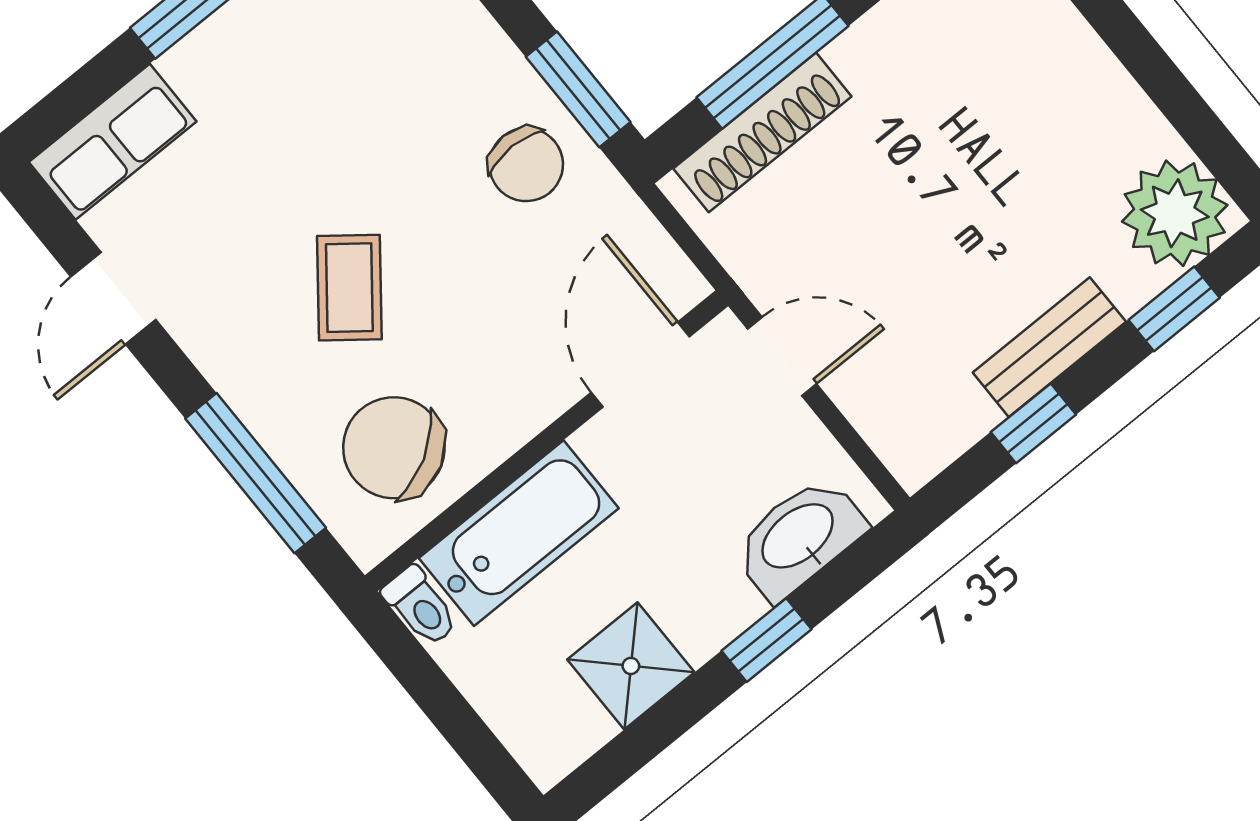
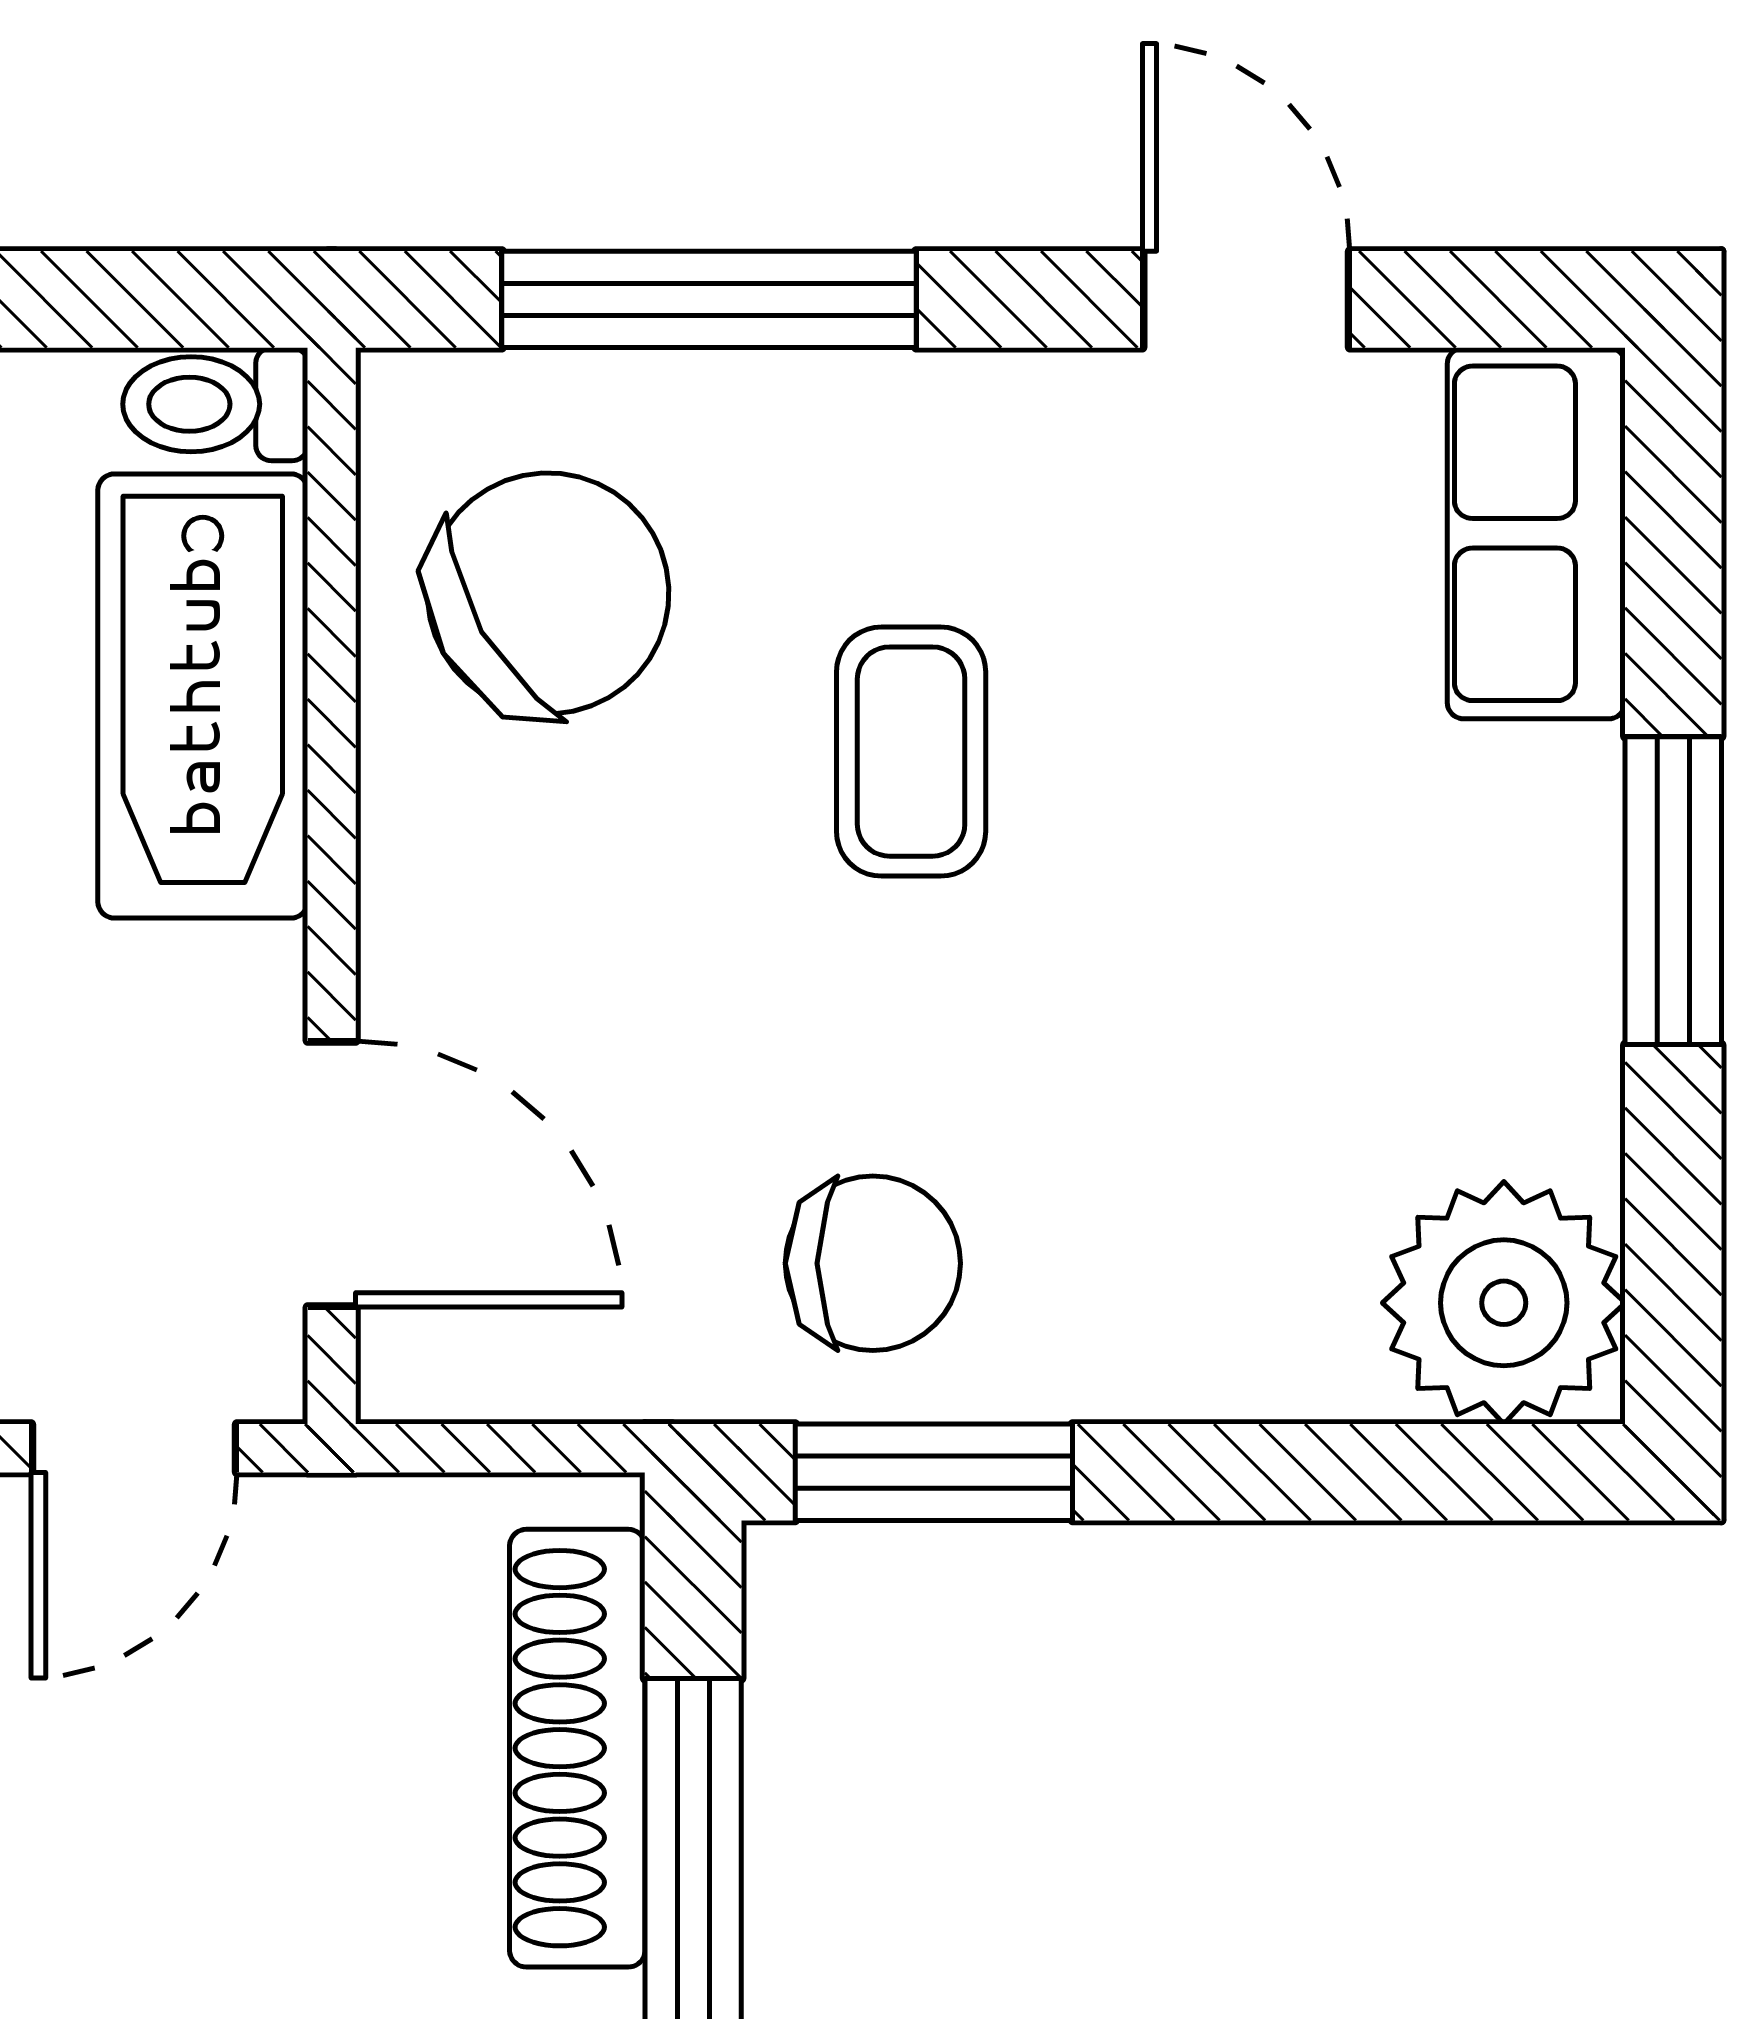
chair: (526, 165) -> (873, 1263), turned 180
coffee table: (349, 288) -> (911, 752), turned 52

